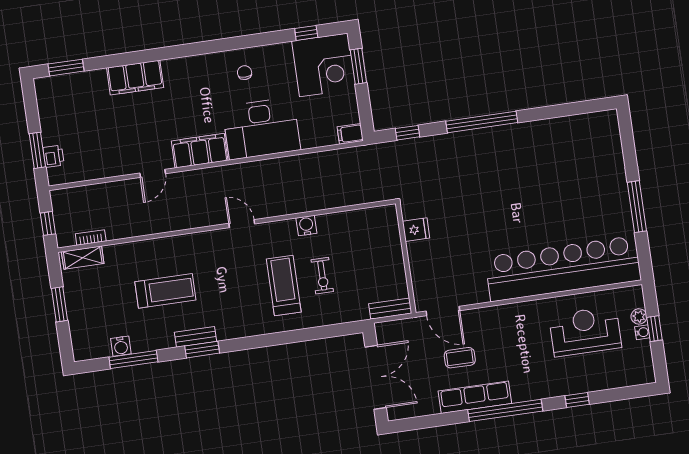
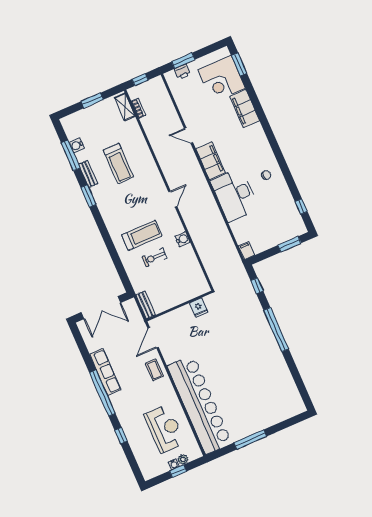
corner desk: (324, 65) -> (222, 79), moved
bench: (195, 337) -> (88, 174), moved
coffee table: (460, 358) -> (154, 370), moved

